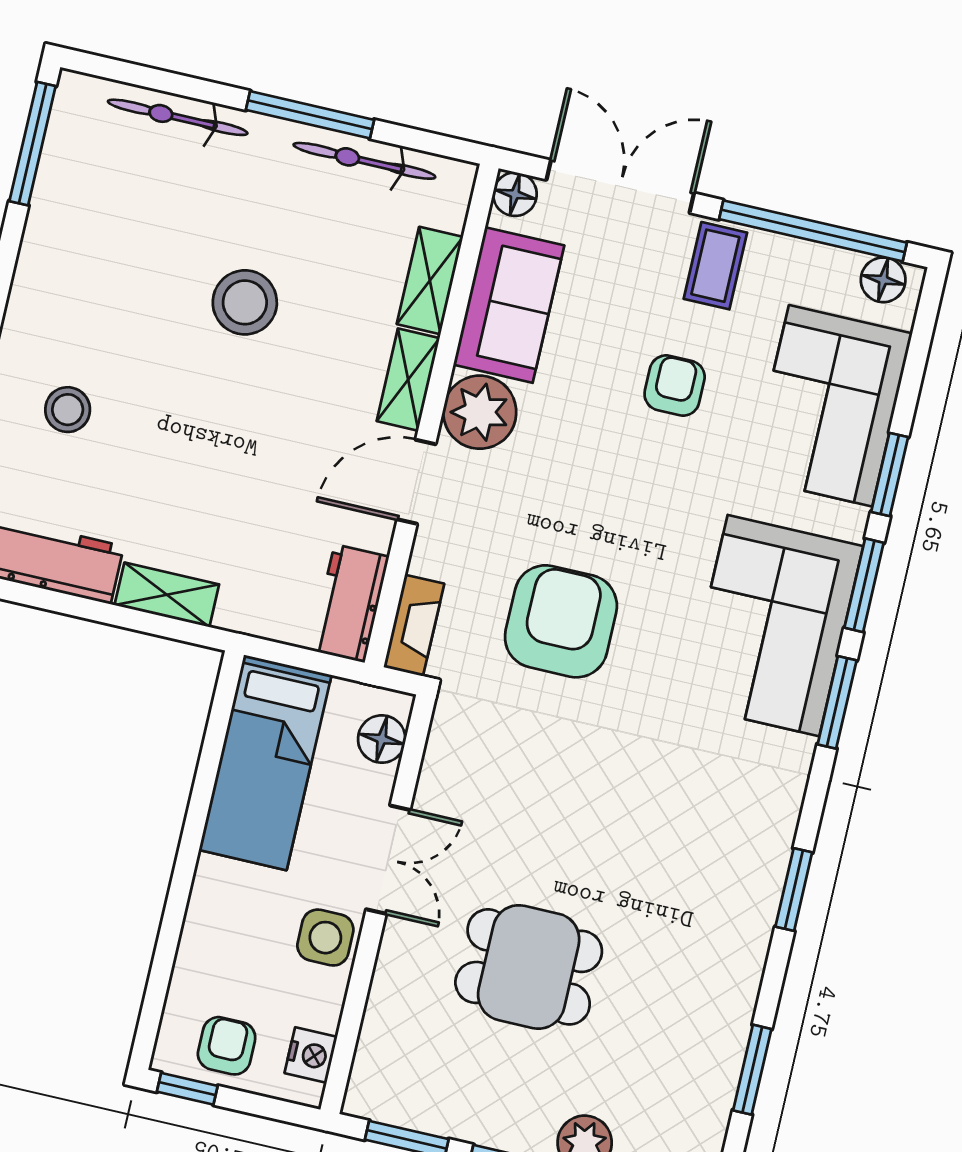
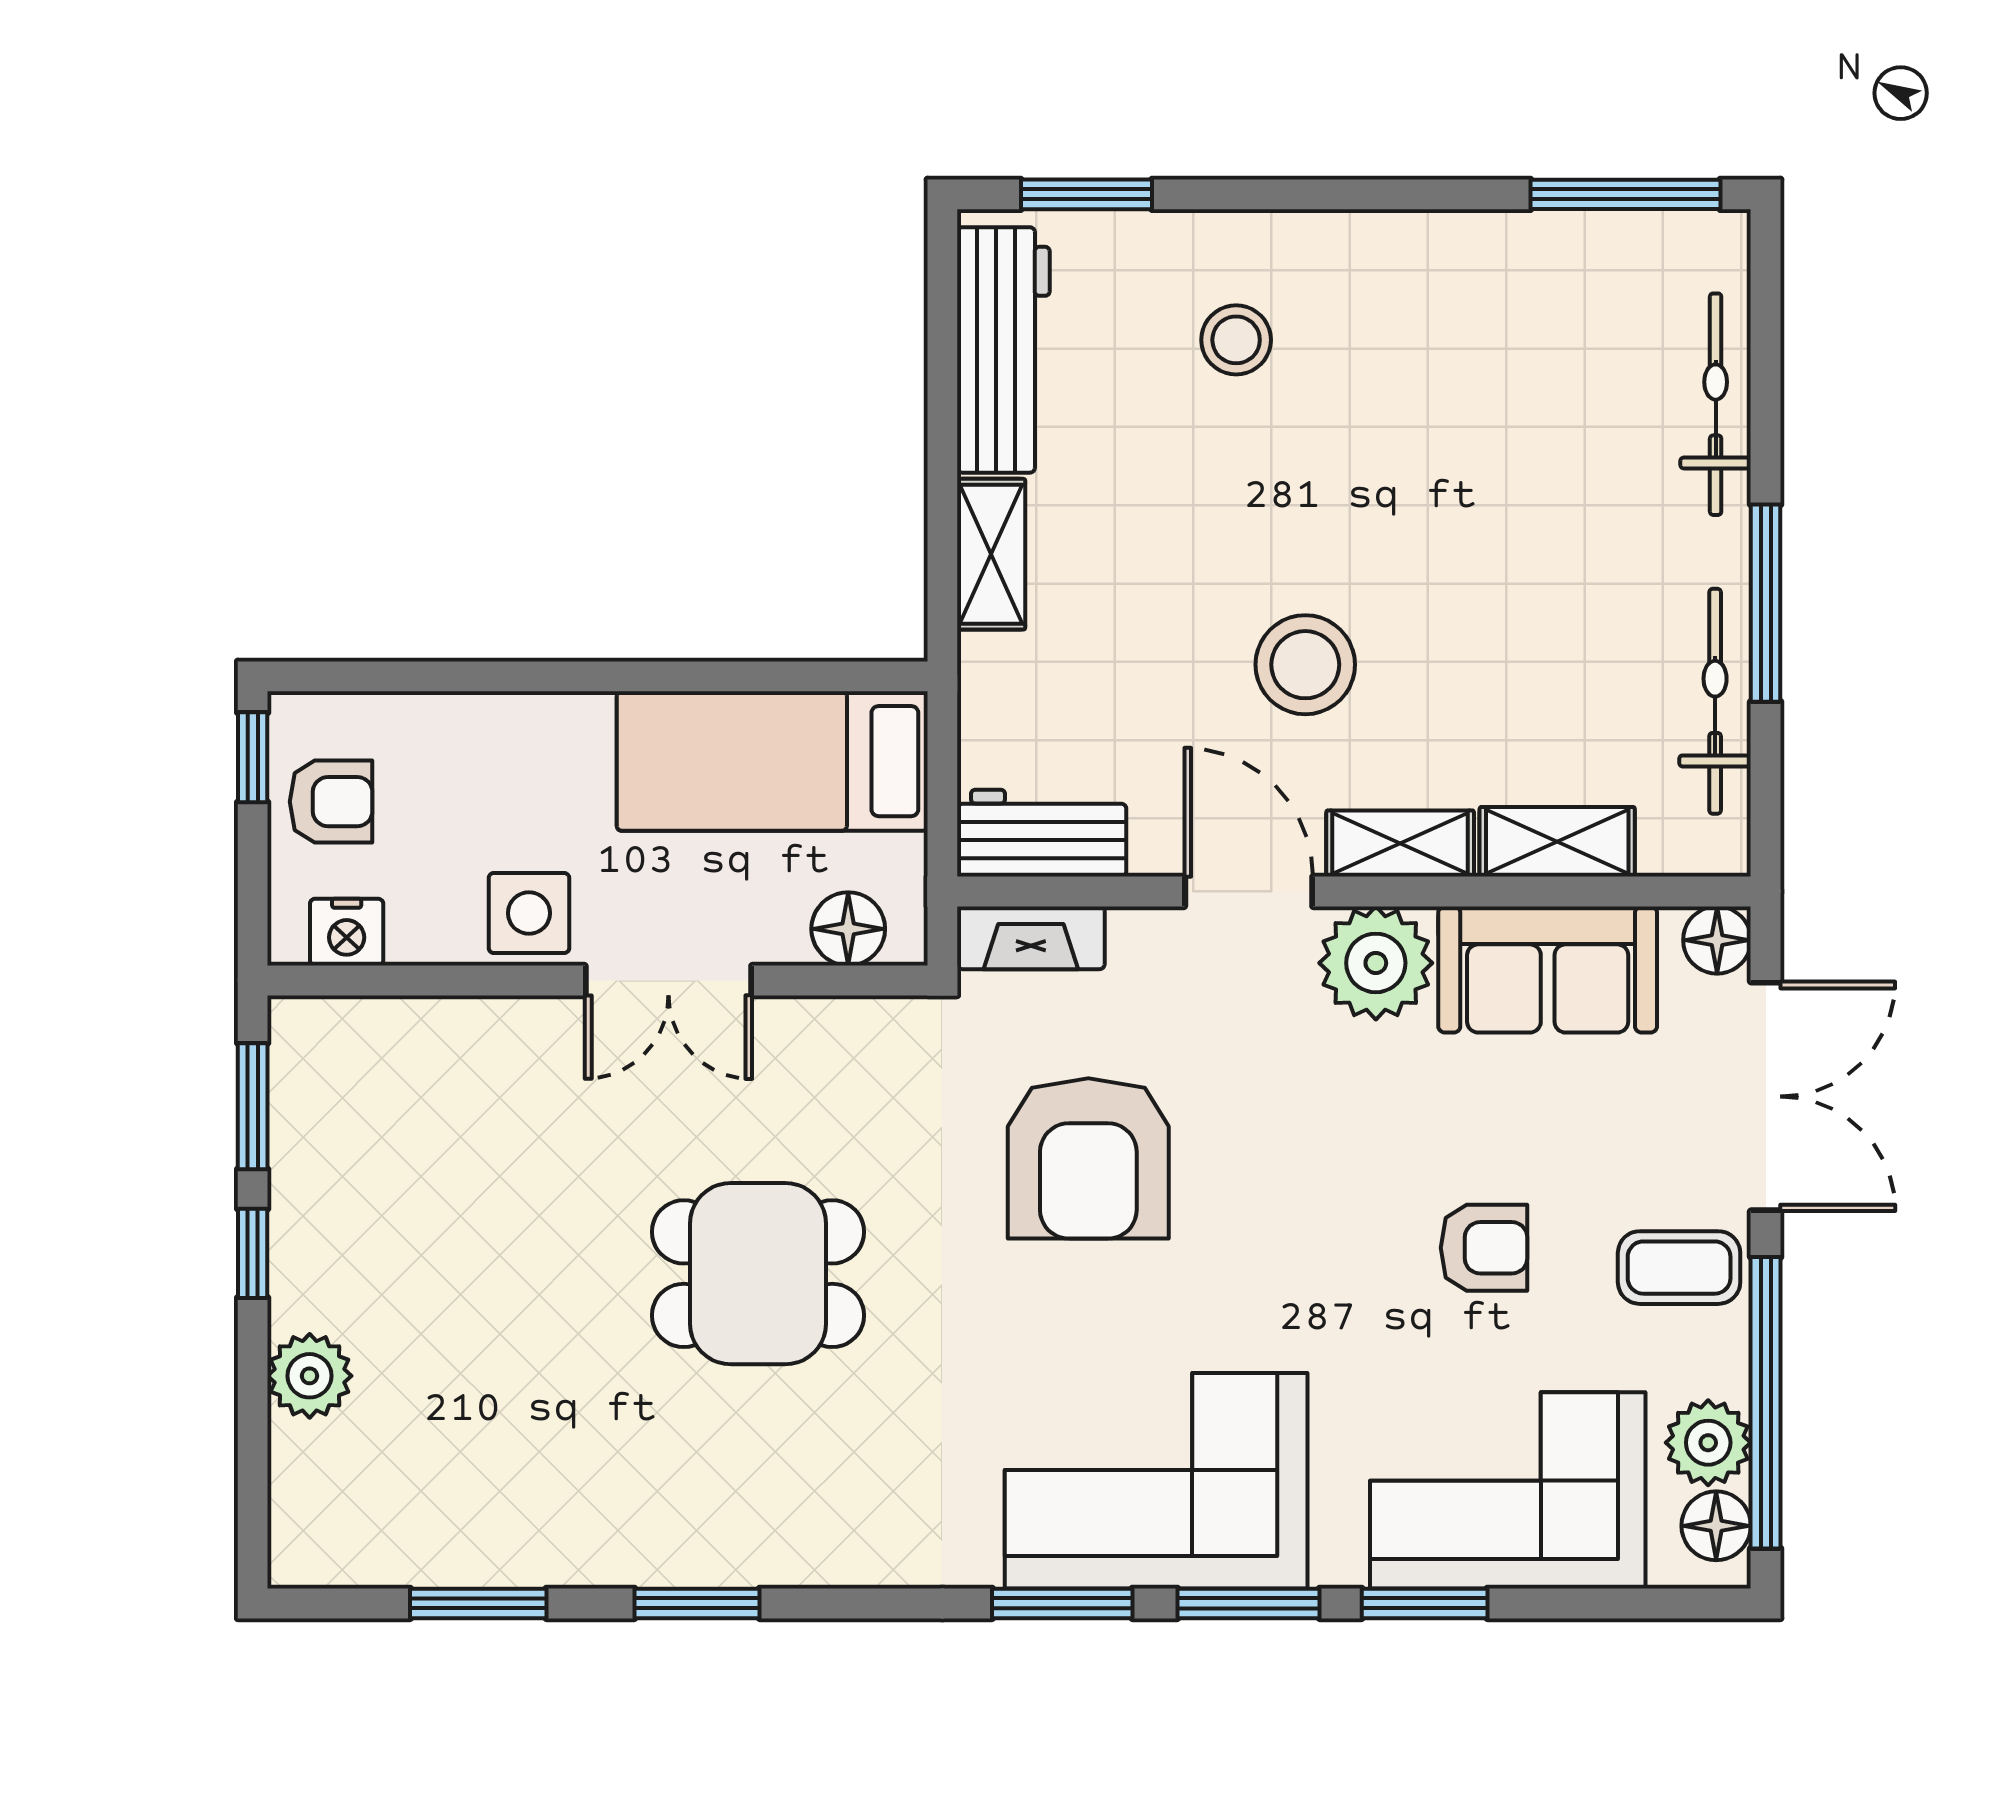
plant: (830, 273) -> (1708, 1443), added
stool: (245, 302) -> (1305, 665), moved
armchair: (561, 621) -> (1088, 1158), turned 90
window: (794, 890) -> (697, 1603), moved
dining table: (529, 967) -> (758, 1274), moved, turned 90

